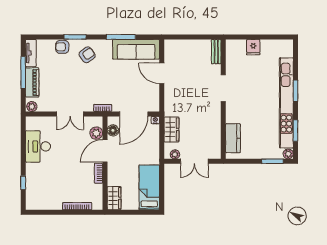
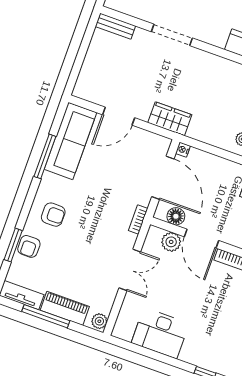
window: (75, 37) -> (13, 245), moved
armchair: (87, 55) -> (53, 215), turned 126
wardrobe: (171, 129) -> (170, 119), moved

